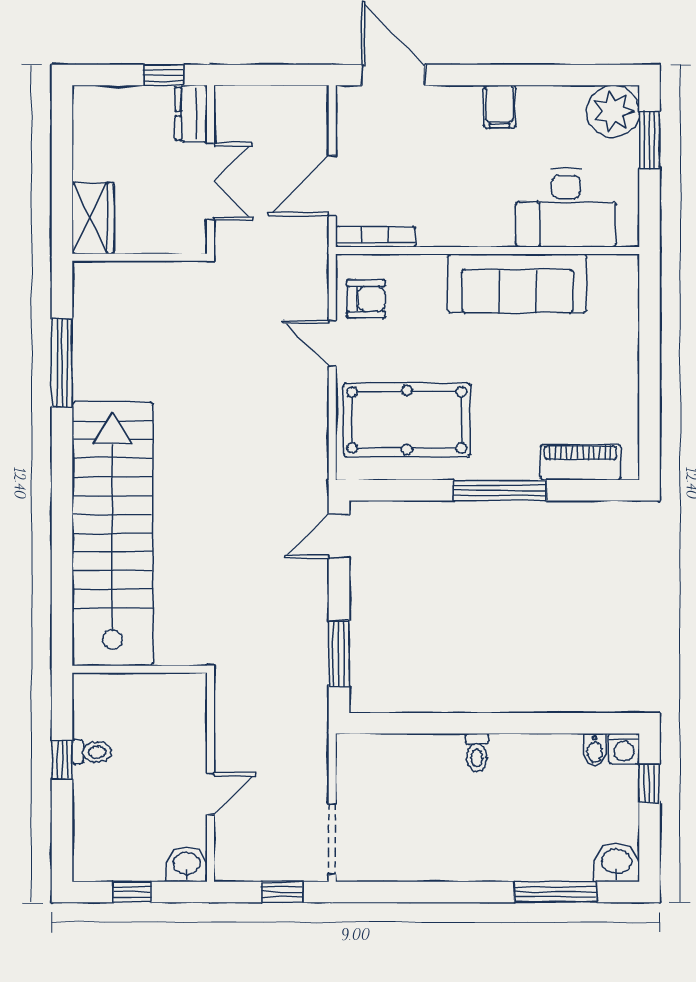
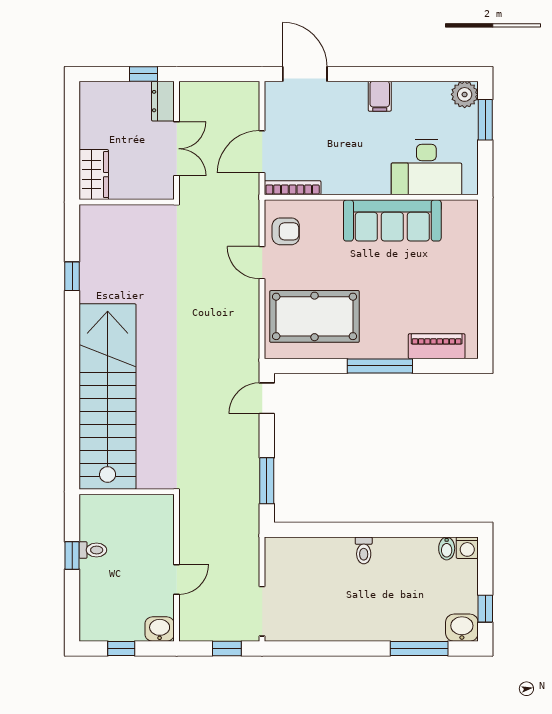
plant: (613, 111) -> (465, 94), width x0.73, depth x0.73
window: (62, 363) -> (72, 276), width x0.46
window: (649, 783) -> (485, 609), moved

